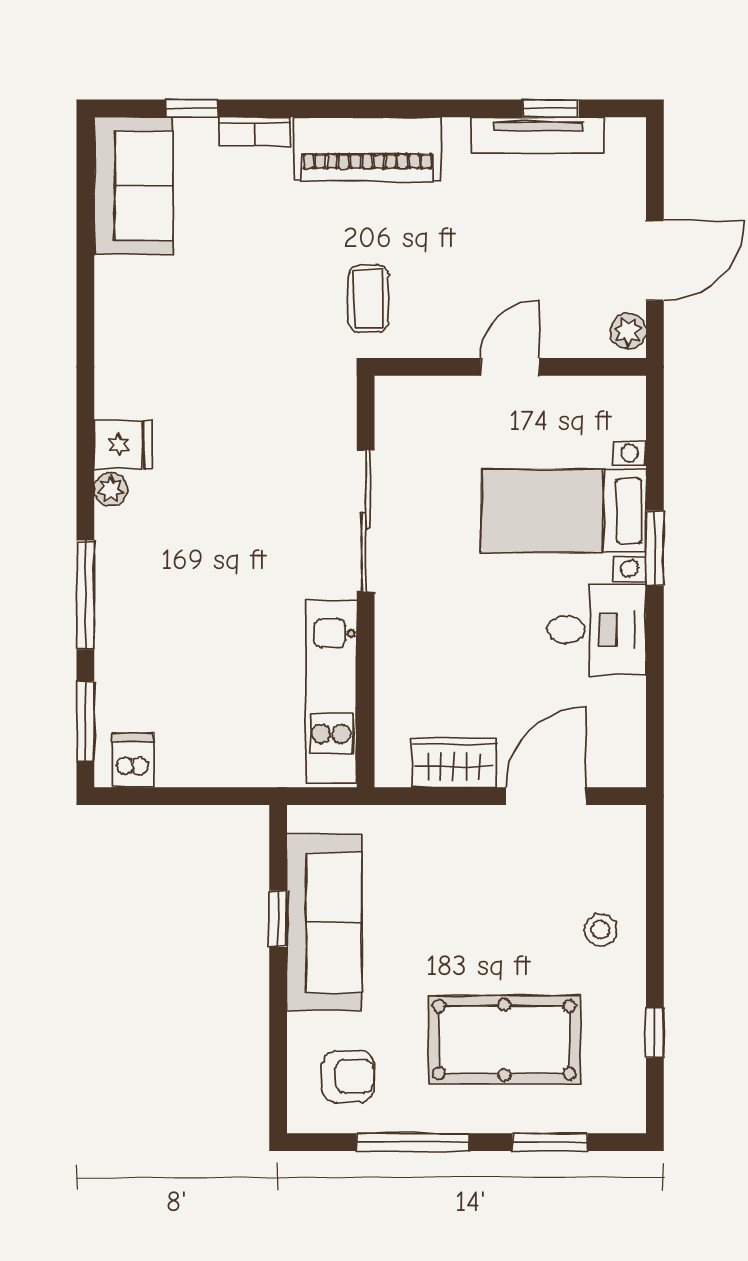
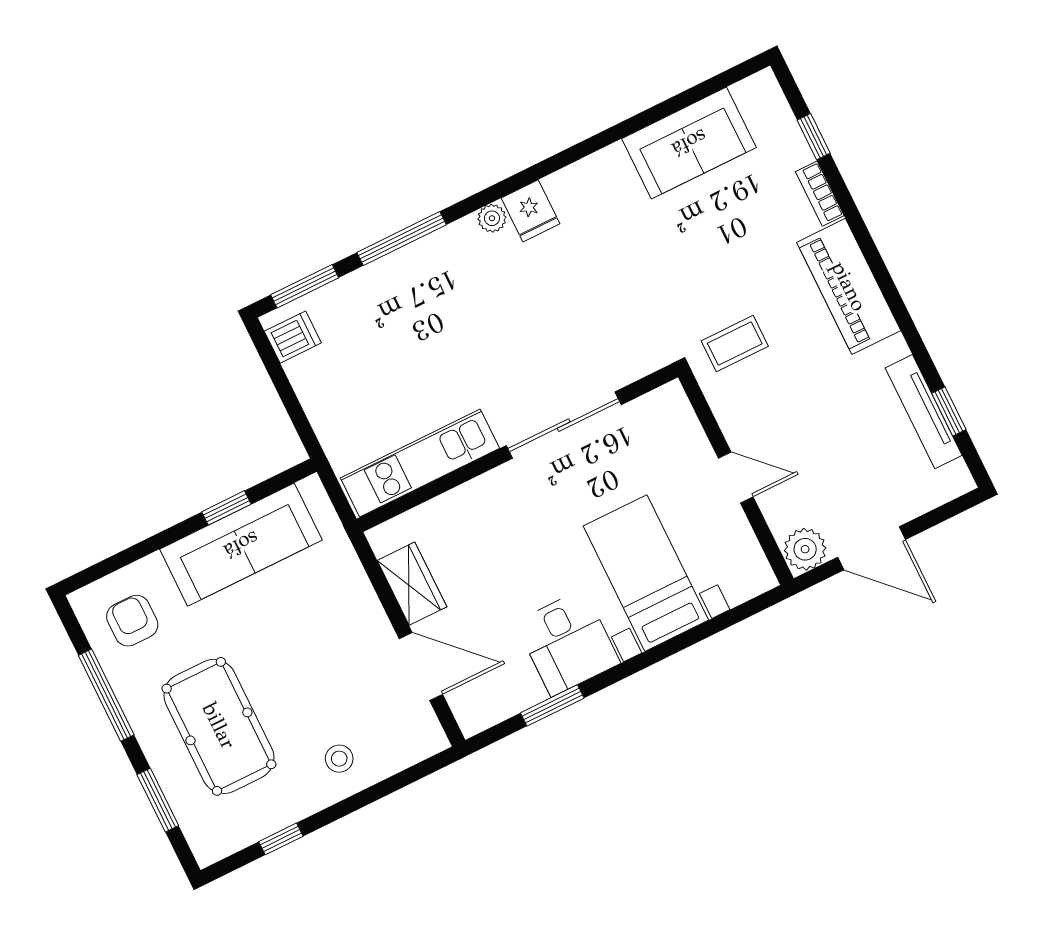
sofa: (134, 186) -> (689, 143), moved
plant: (628, 331) -> (805, 549), width x1.38, depth x1.38
window: (655, 548) -> (552, 705), moved
armchair: (348, 1076) -> (132, 621), turned 180

